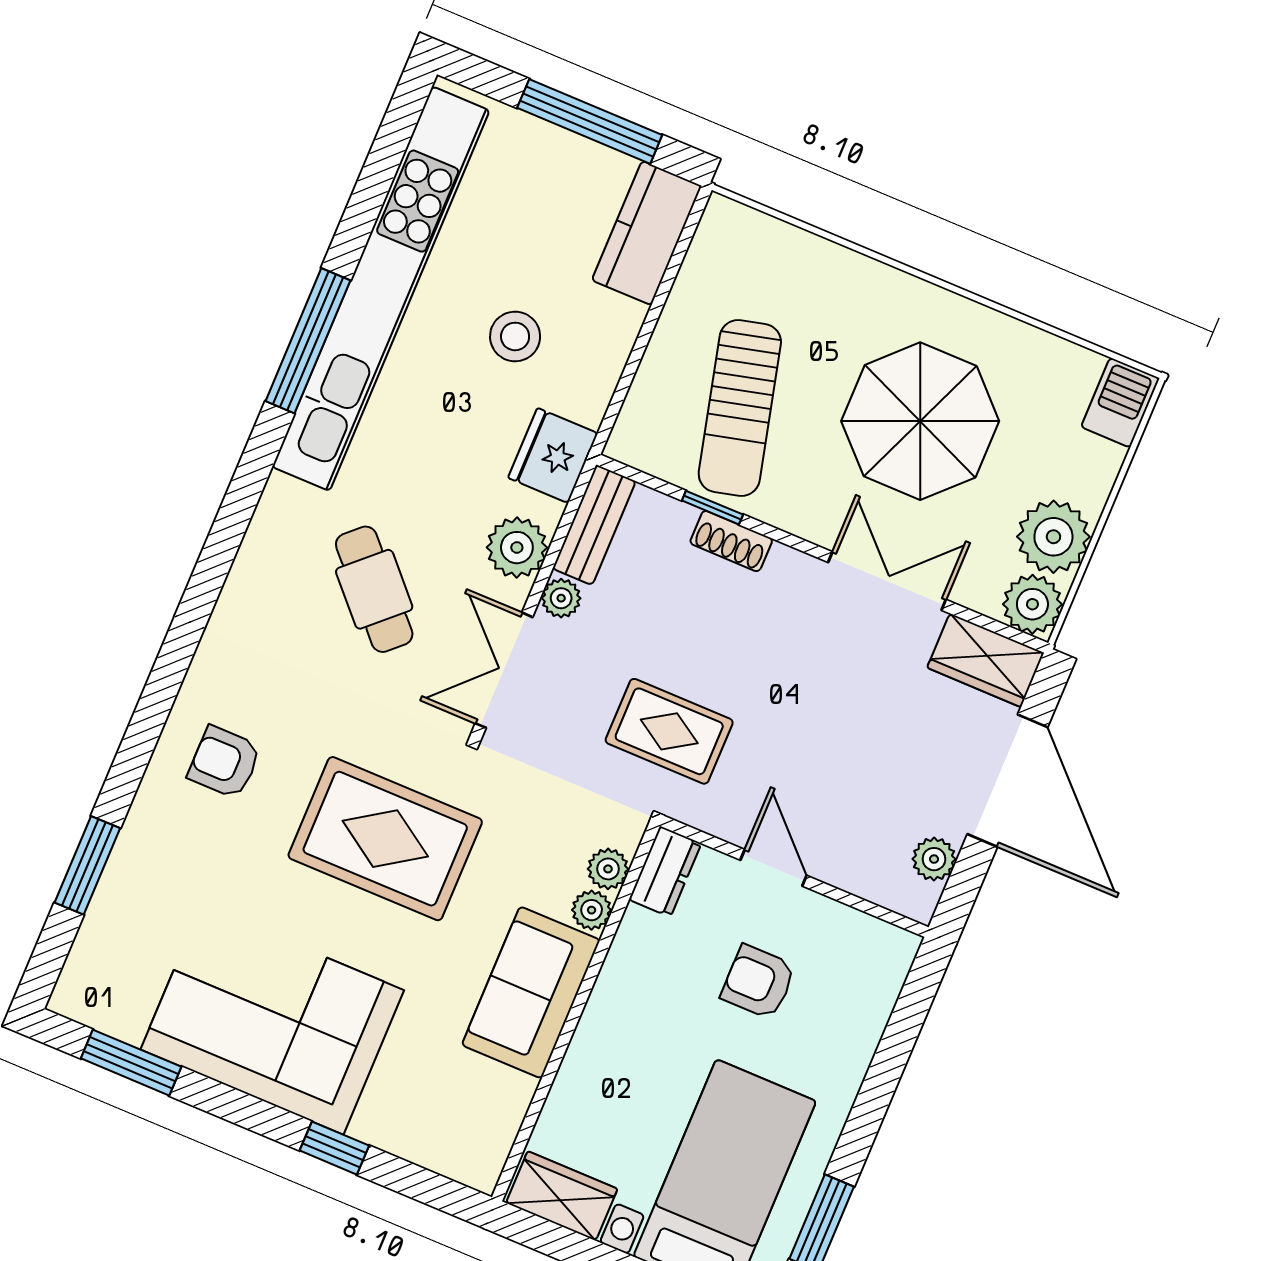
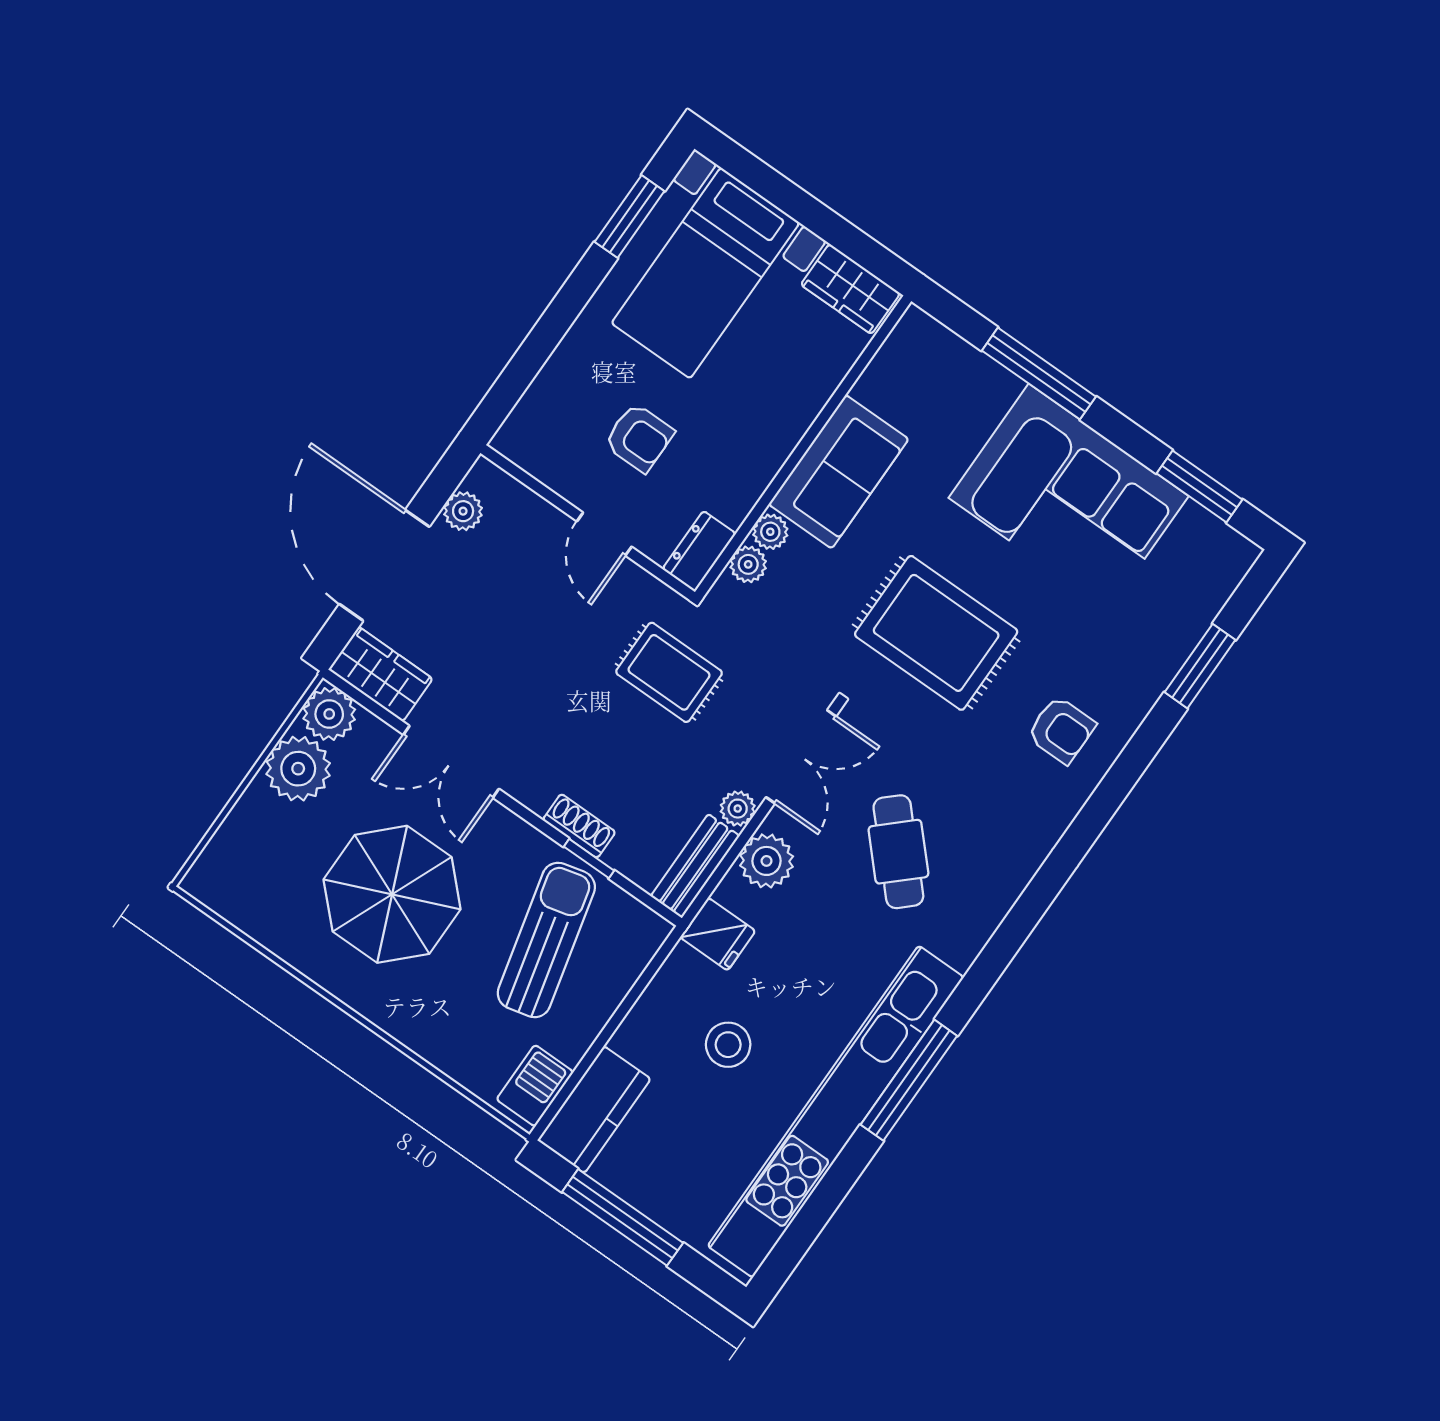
barbecue: (1120, 403) -> (535, 1086), moved, turned 180
fridge: (553, 455) -> (718, 934), width x0.72
window: (334, 1148) -> (1039, 374), width x2.17

